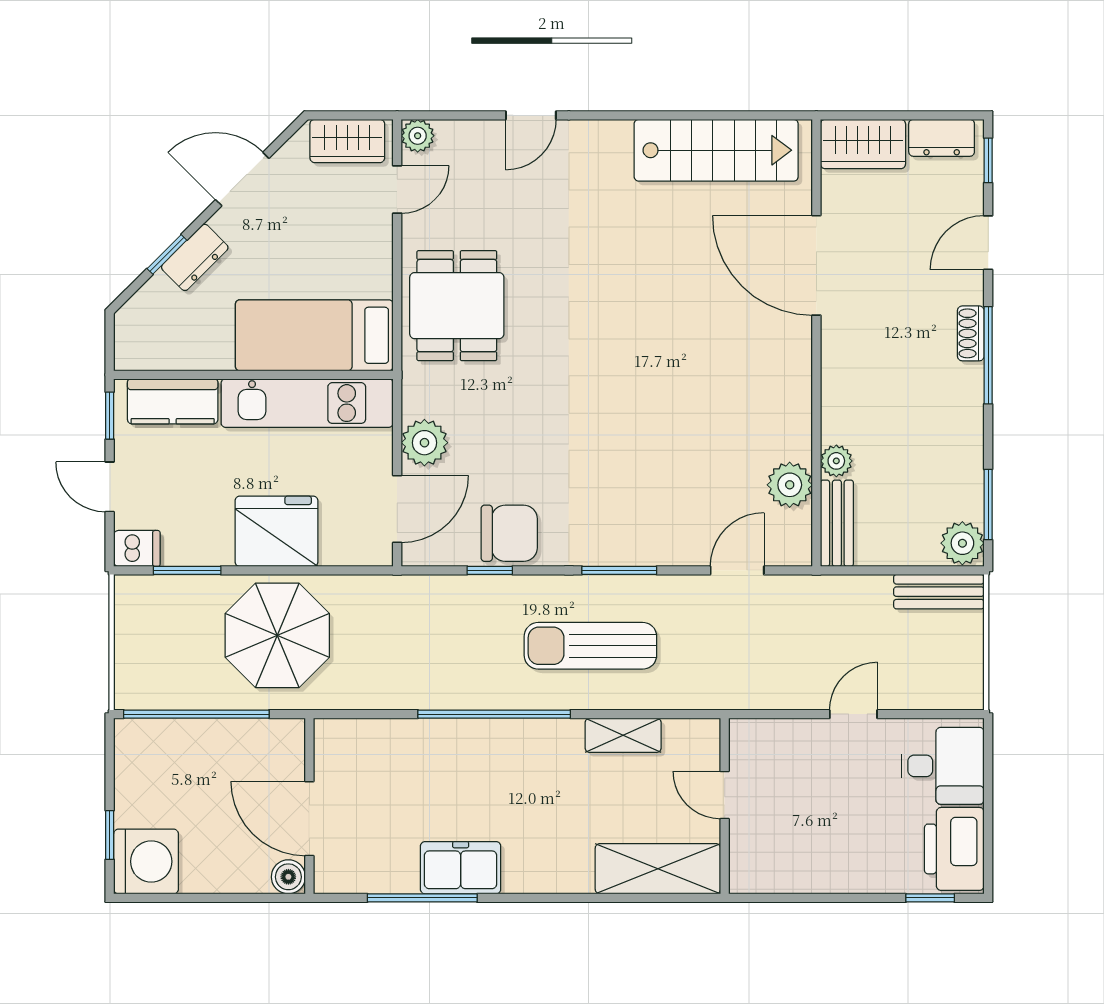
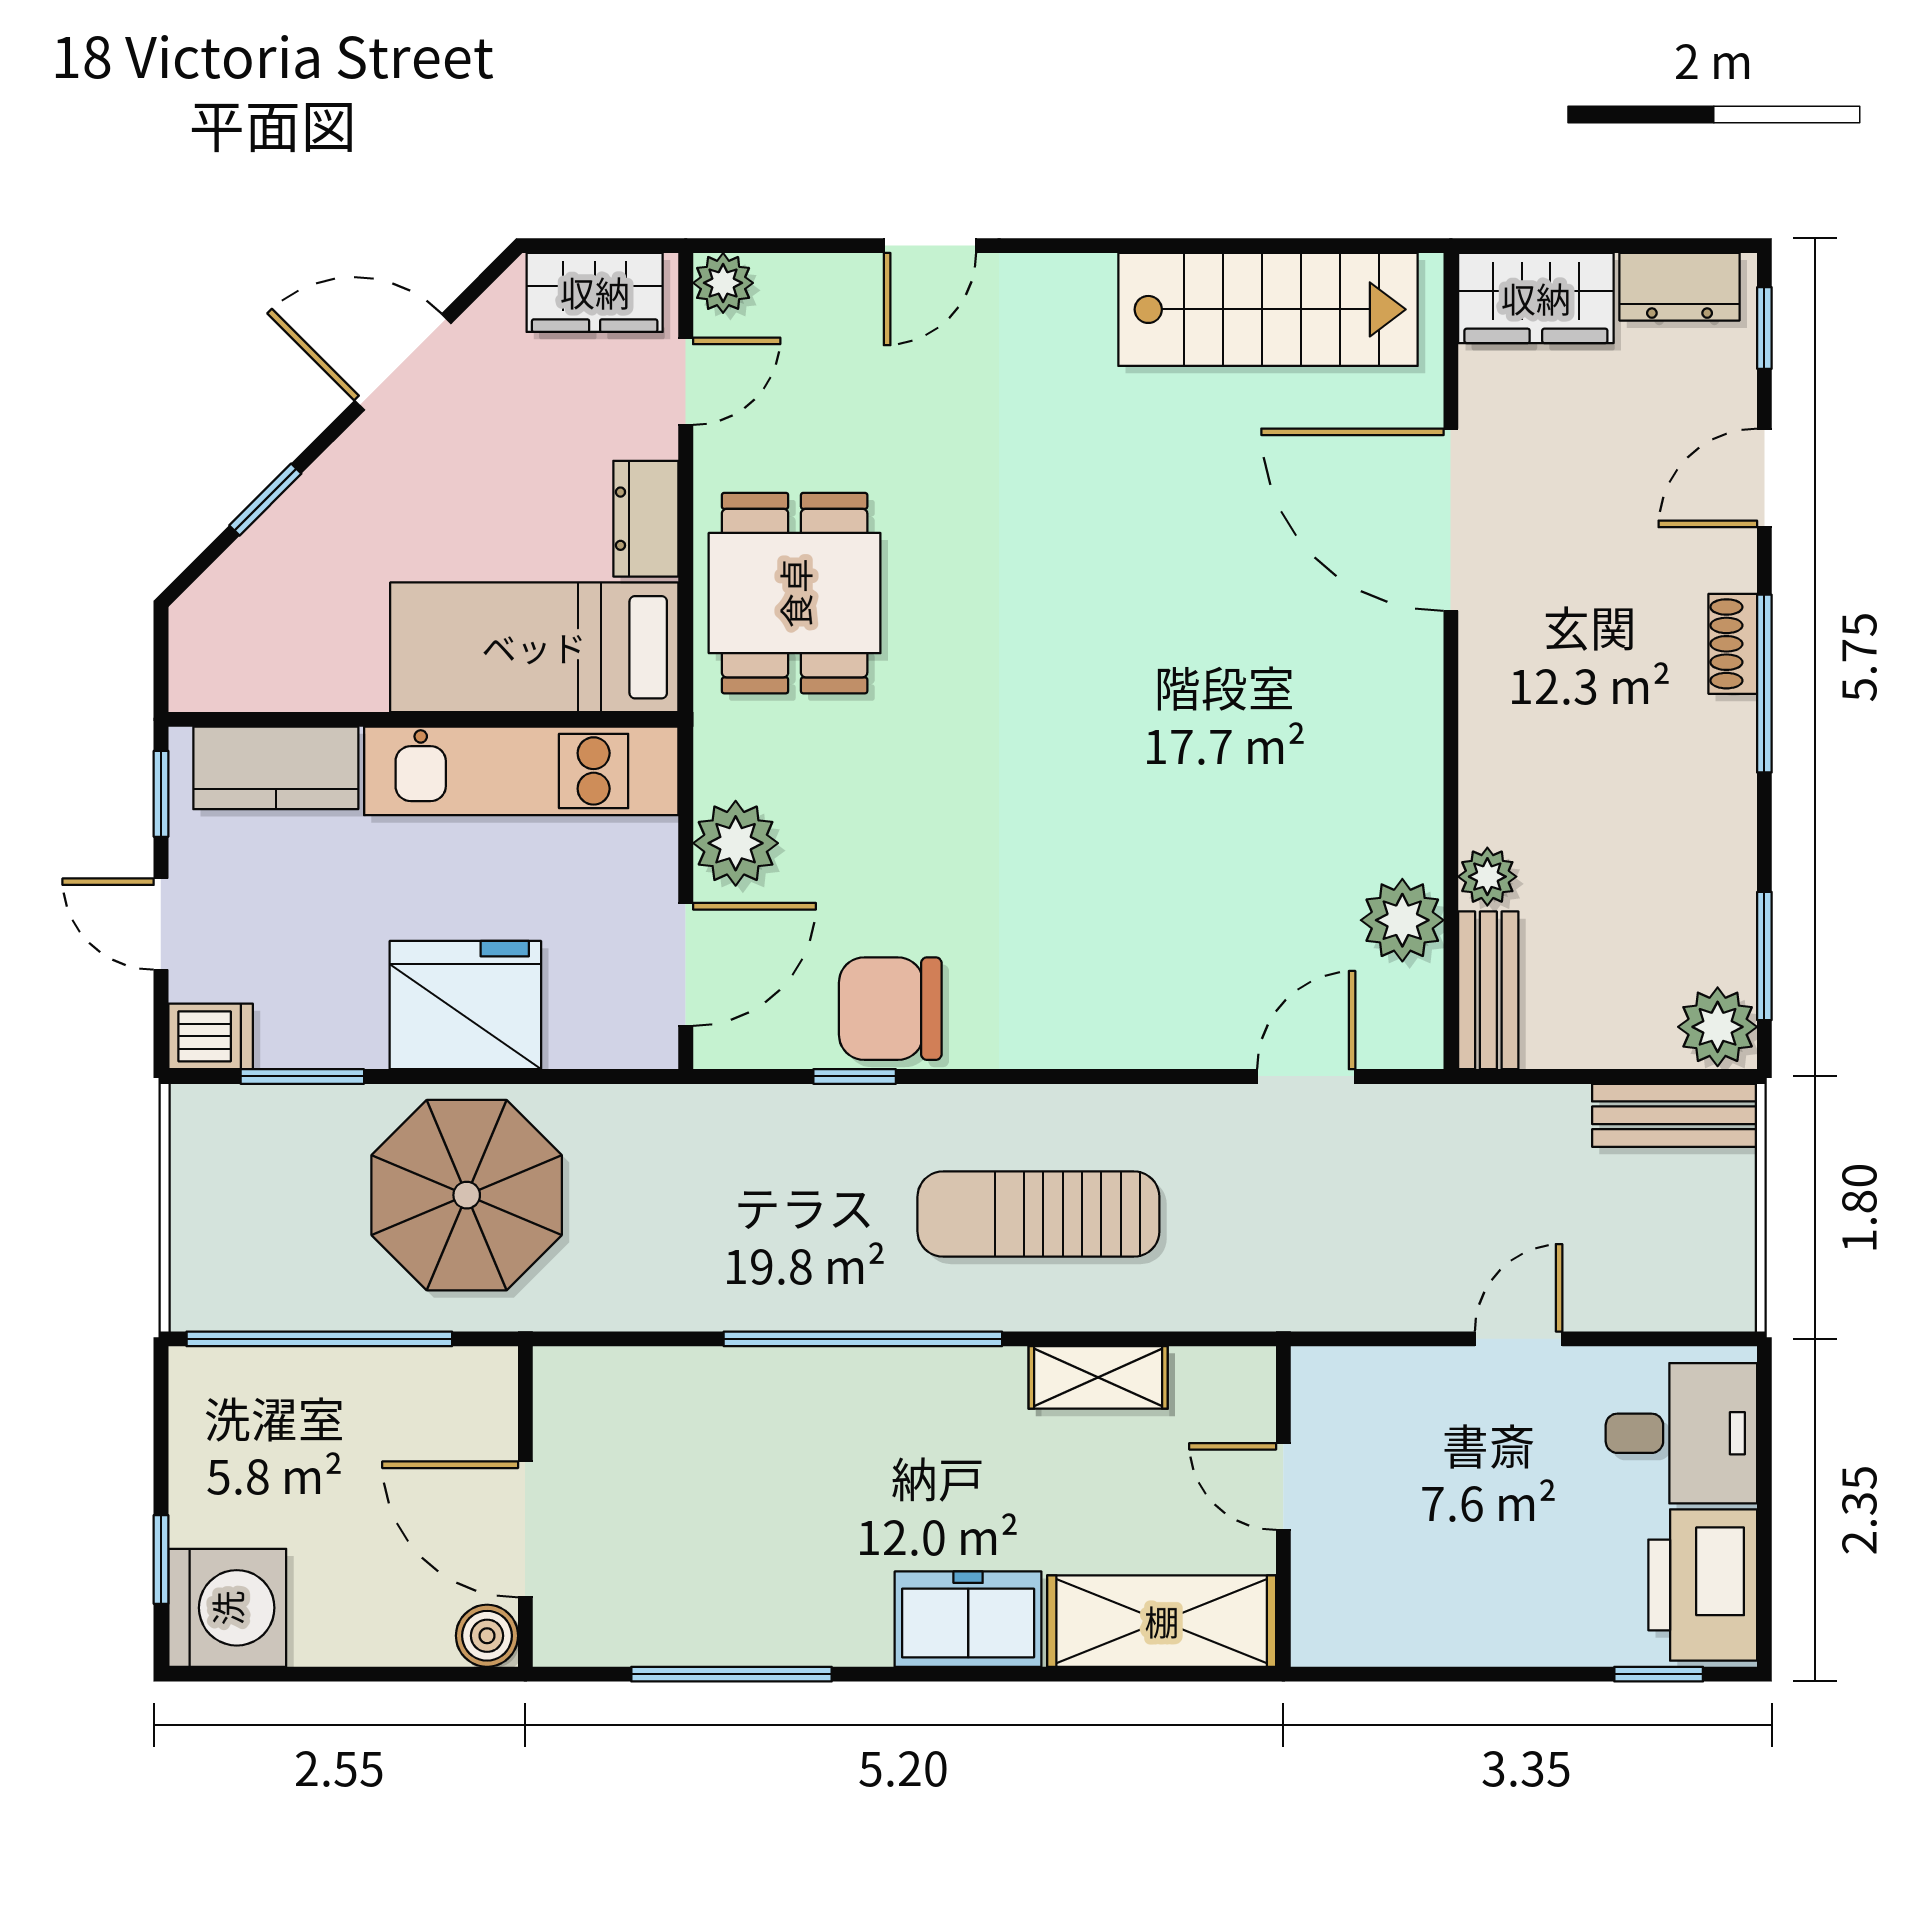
dresser: (195, 257) -> (646, 519), moved, turned 135
chair: (509, 533) -> (890, 1009), turned 180
window: (619, 570) -> (1091, 1076), removed
freezer: (461, 868) -> (968, 1619), moved

